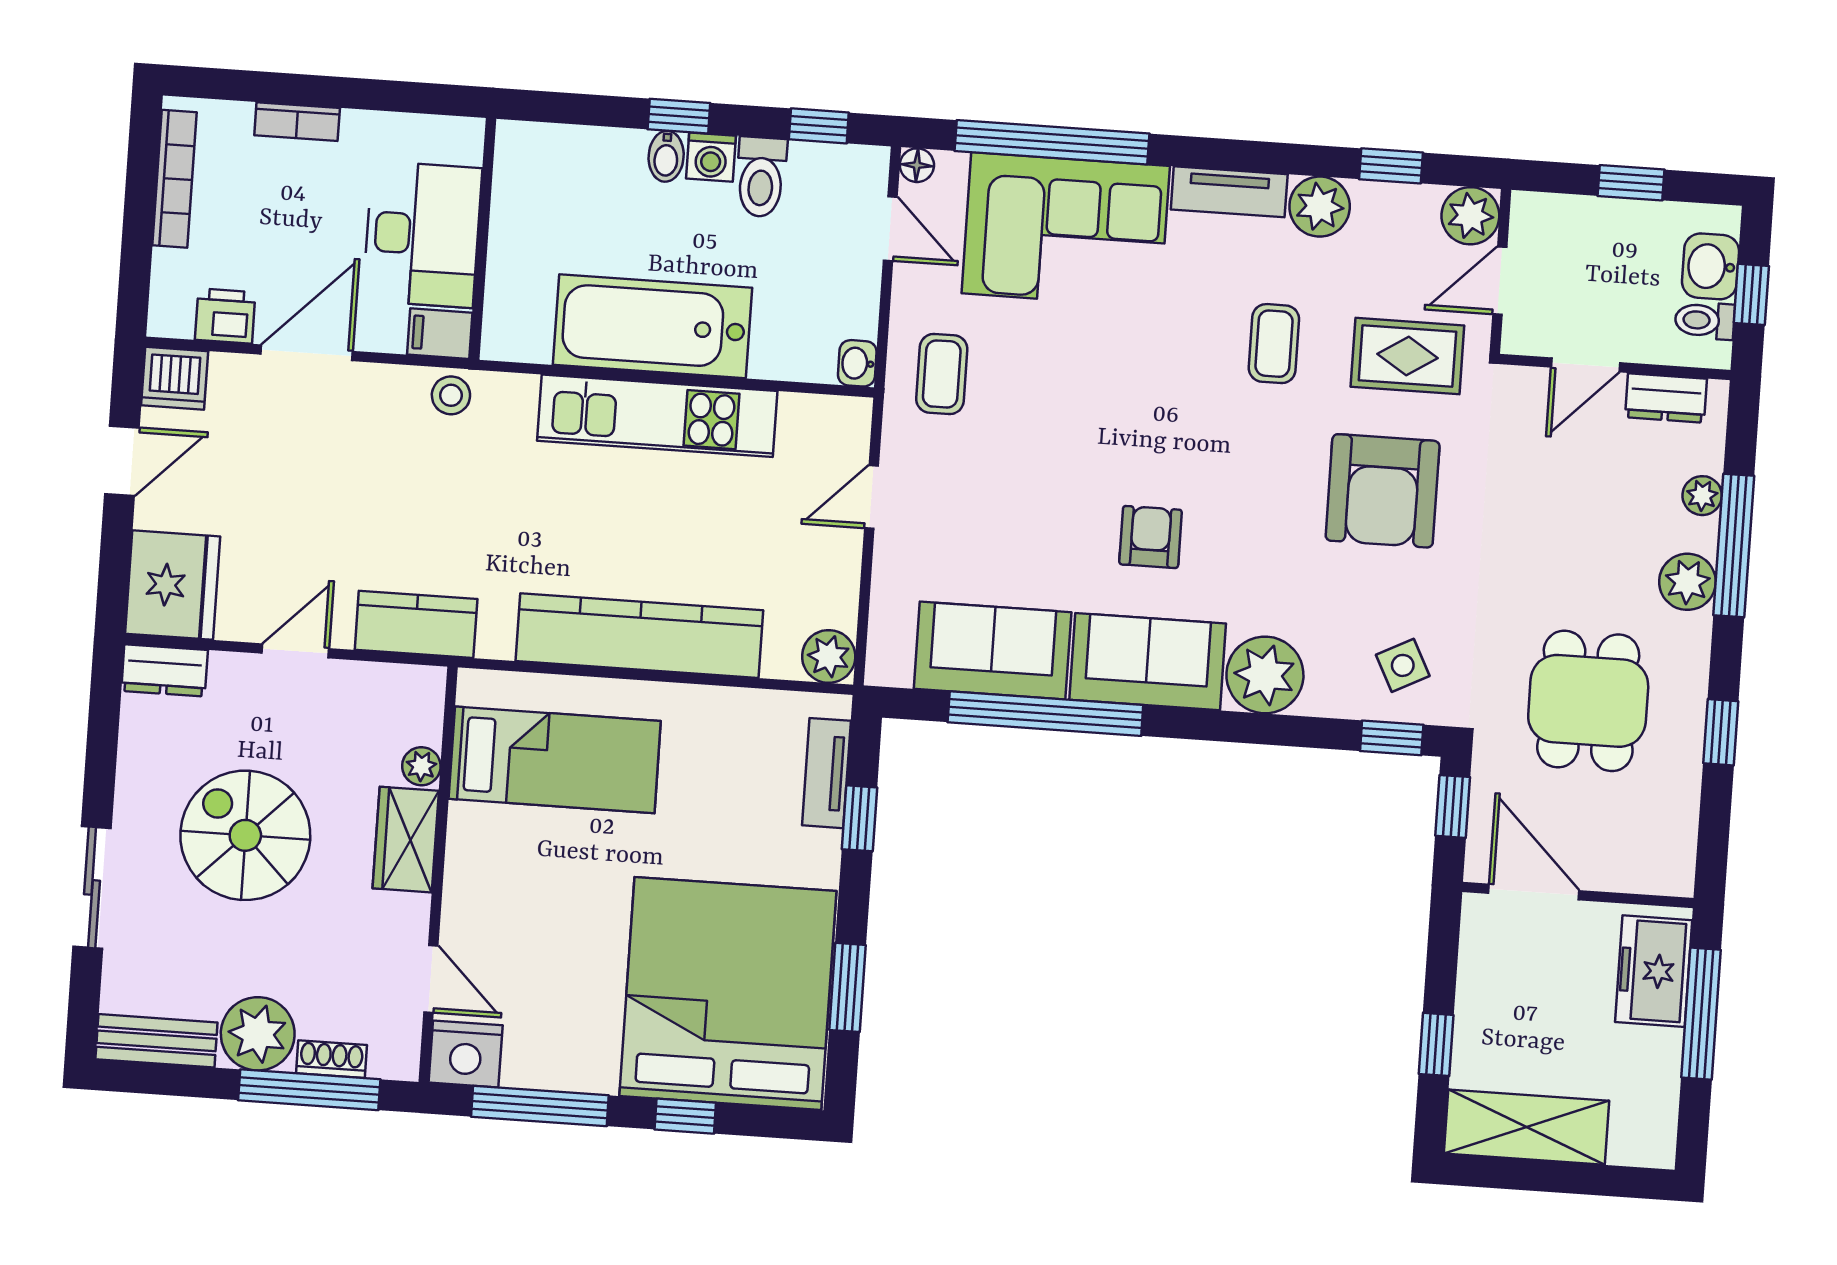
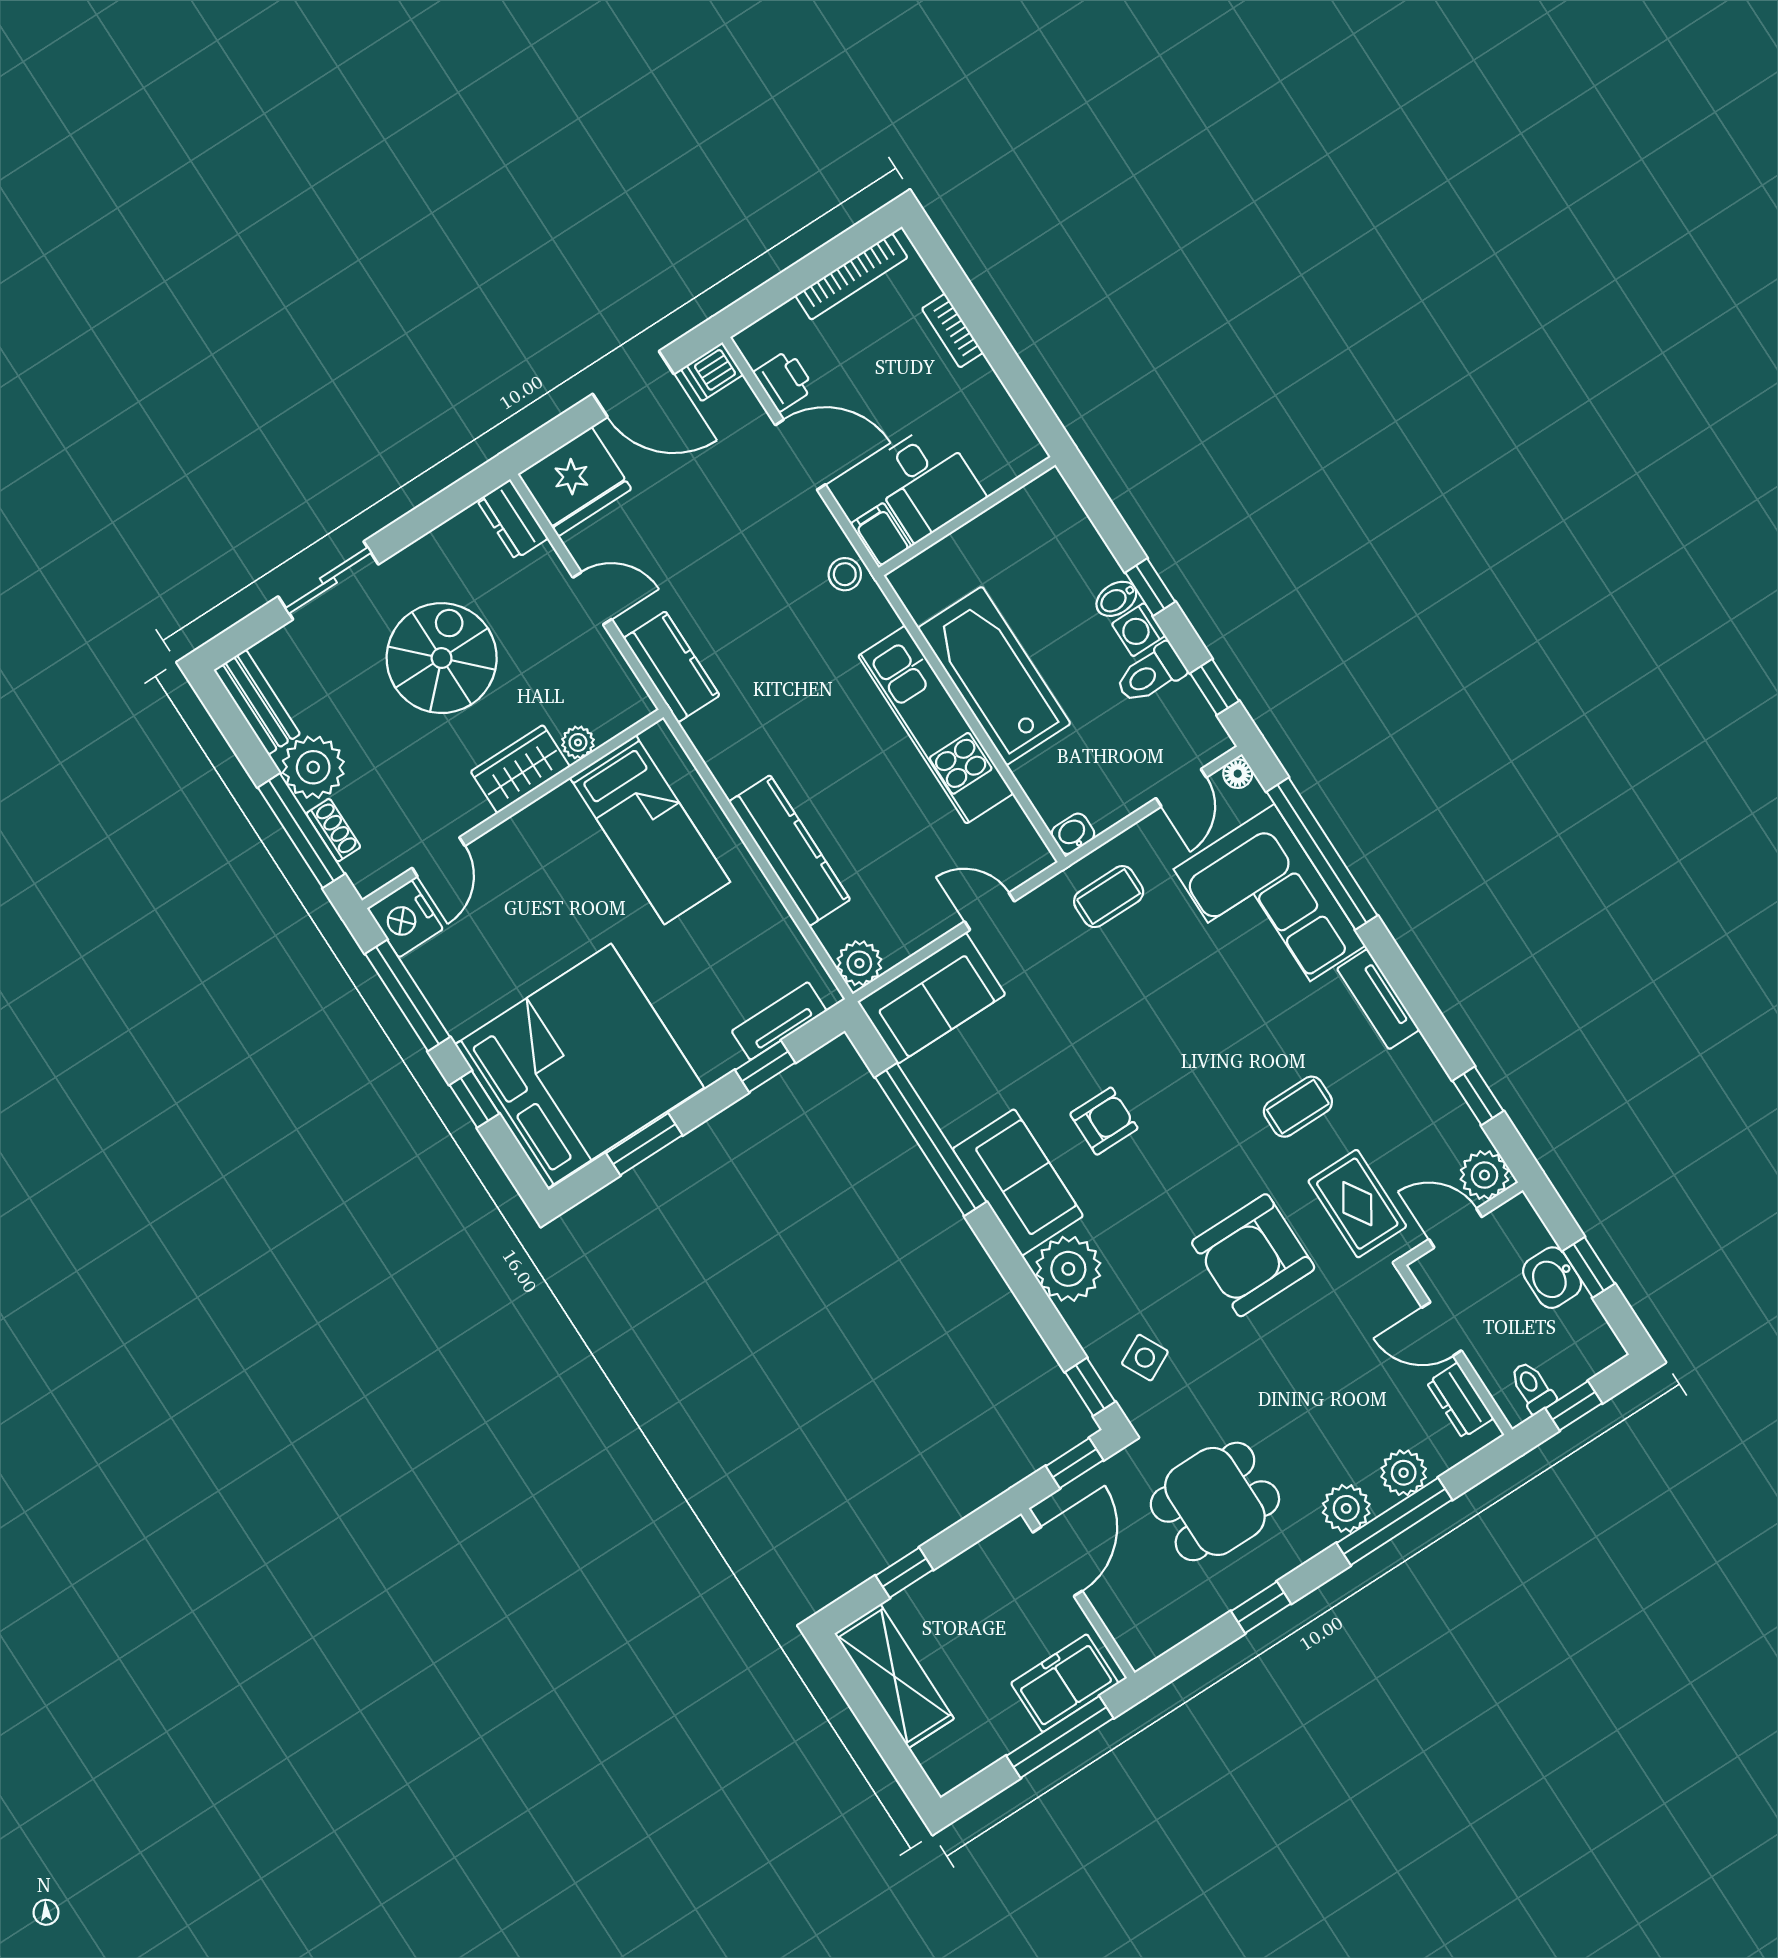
plant: (1320, 207) -> (1414, 1068), removed
desk: (422, 234) -> (926, 482), width x0.73
washbasin: (1710, 266) -> (1552, 1278), moved, turned -90
dishwasher: (175, 378) -> (712, 372), width x0.73
door: (122, 461) -> (633, 384), width x1.38
plant: (1702, 496) -> (1404, 1473), width x1.38, depth x1.38
kitchen counter: (639, 636) -> (790, 851), width x0.72, depth x0.86
sofa: (993, 651) -> (932, 998), moved, turned 90

